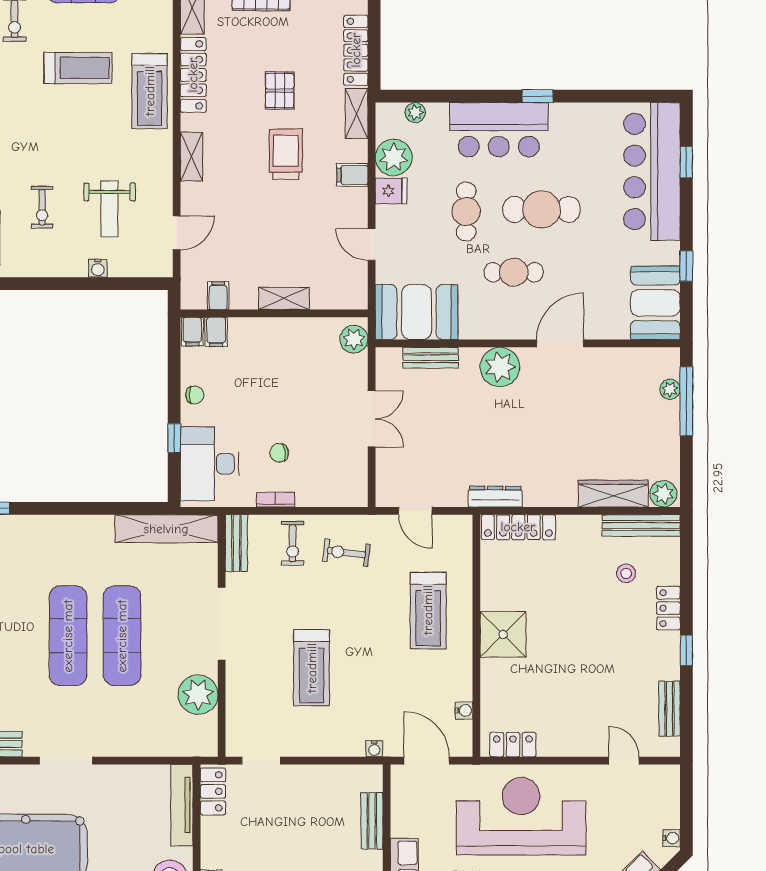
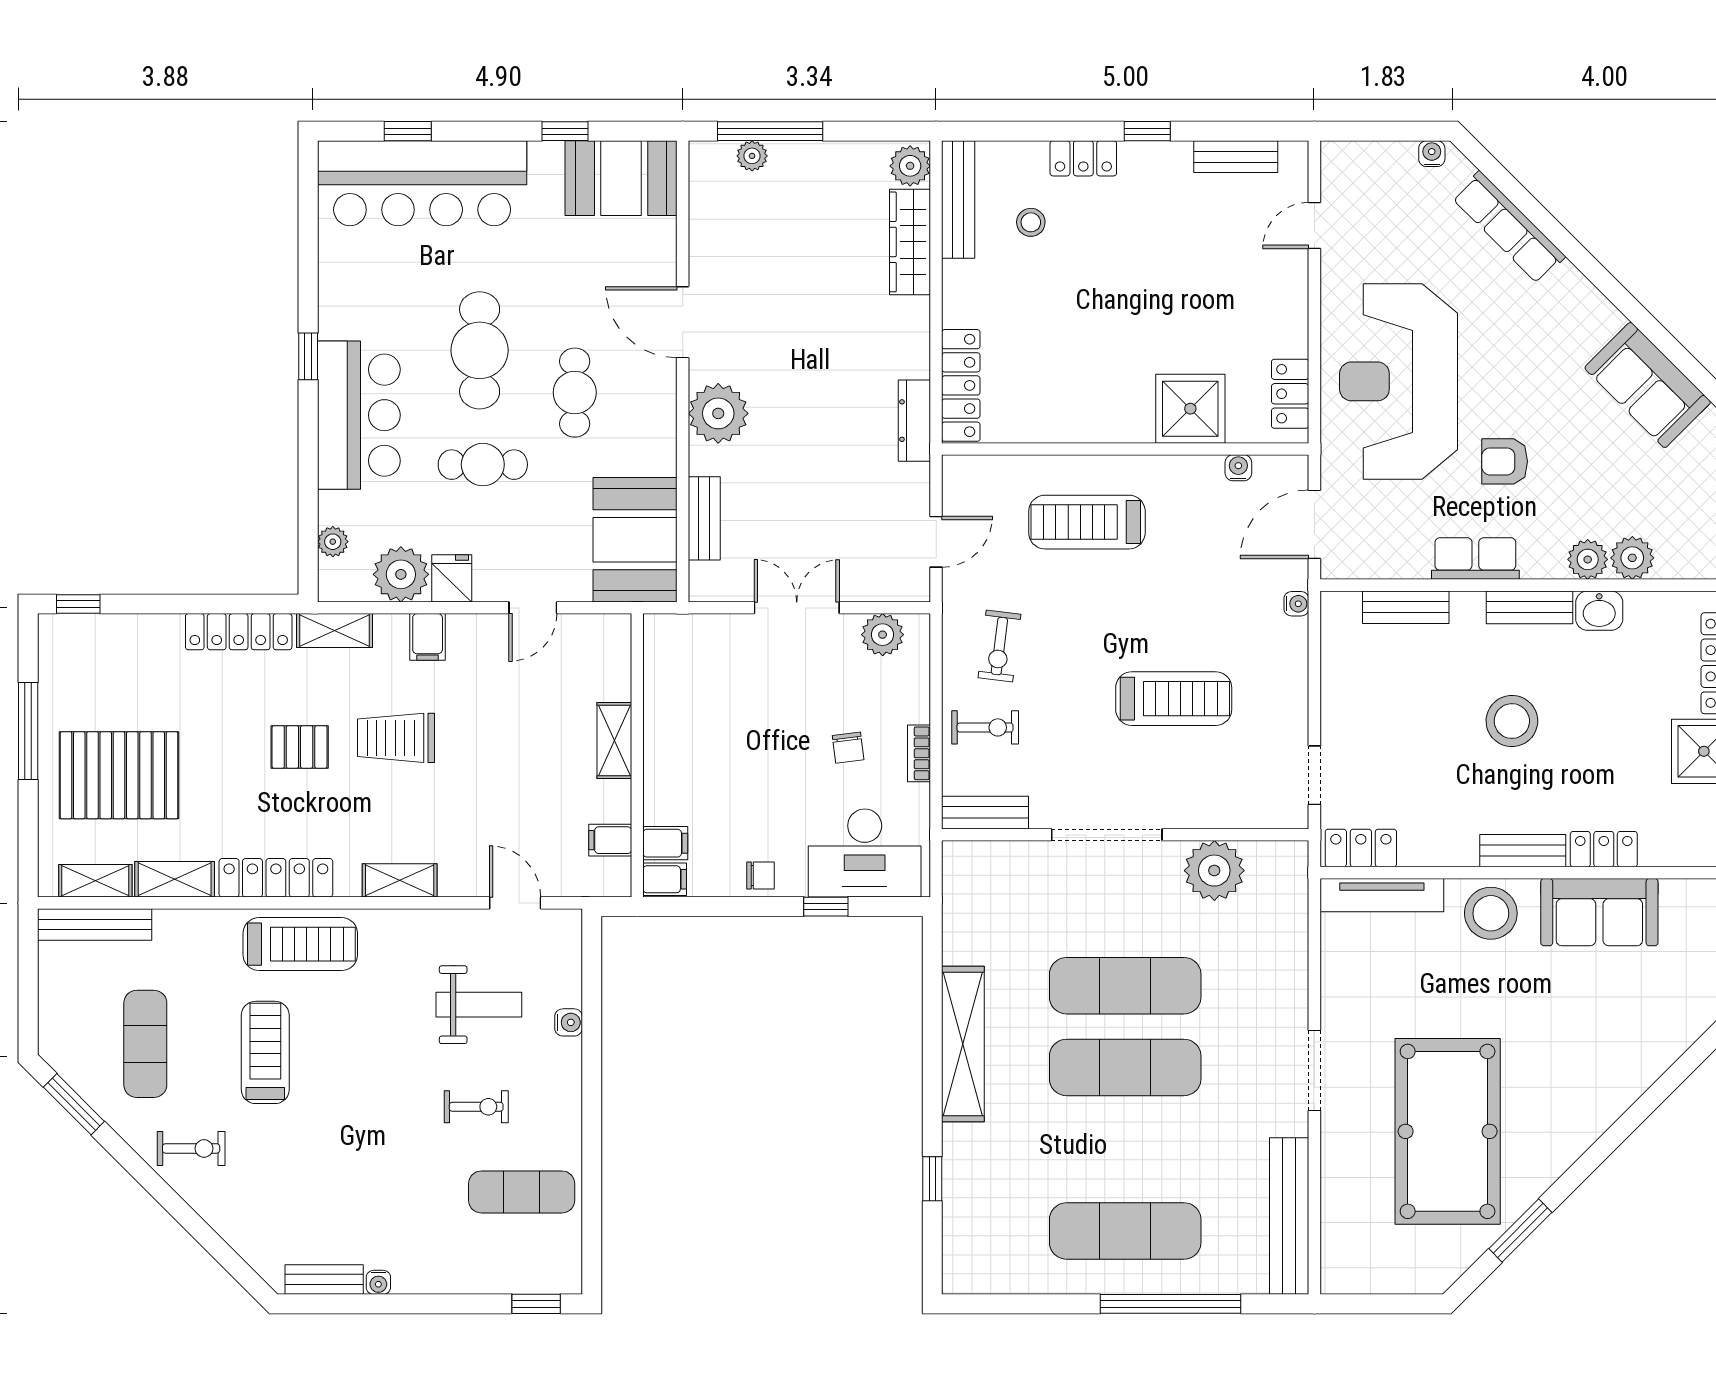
plant: (354, 339) -> (883, 635), moved
chair: (195, 395) -> (760, 876), turned 90
shelving: (166, 529) -> (963, 1044), moved
treadmill: (428, 610) -> (1087, 522), turned 180
shower: (503, 634) -> (1190, 409), moved

